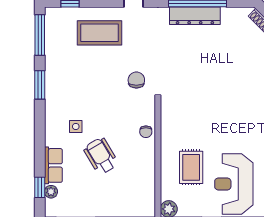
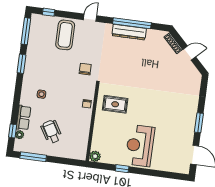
coffee table: (100, 33) -> (65, 35), turned 90
wheelchair: (101, 156) -> (51, 132), moved
rug: (191, 167) -> (115, 104), moved, turned 90

